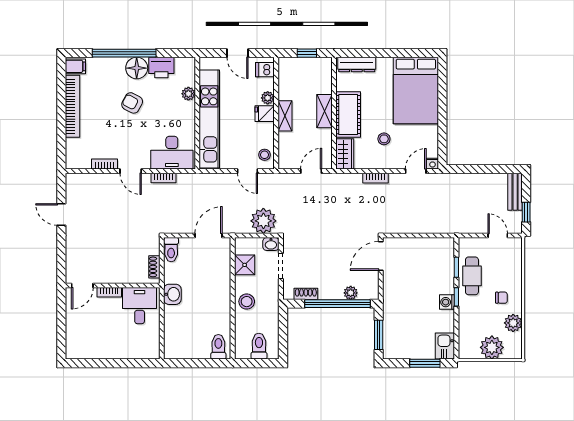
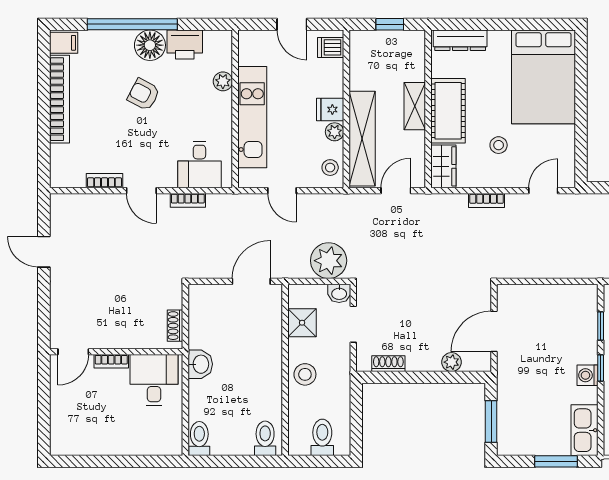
plant: (268, 98) -> (335, 132), moved
shelving: (285, 116) -> (362, 139), width x2.20, depth x1.33
kitchen unit: (209, 119) -> (252, 117), width x0.73
desk: (172, 153) -> (199, 165), width x0.73
nightstand: (433, 164) -> (567, 180), removed
door: (247, 171) -> (282, 191), moved
toilet: (171, 250) -> (199, 439), moved, turned 180
door: (381, 256) -> (494, 331), moved
window: (338, 304) -> (433, 377), removed
kitchen sink: (445, 346) -> (584, 430), width x1.38

